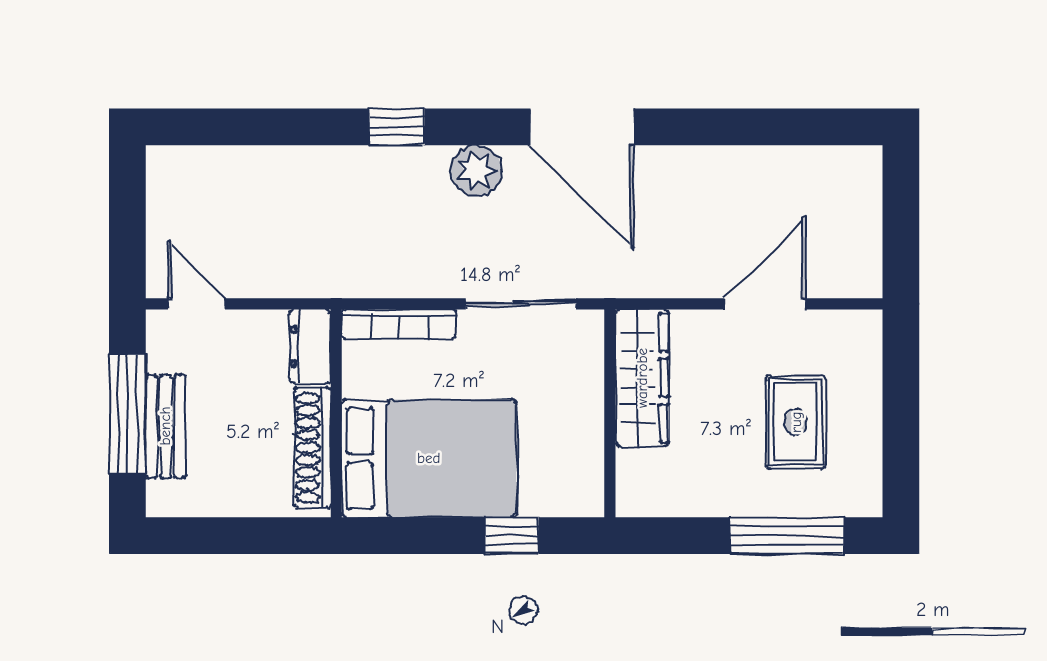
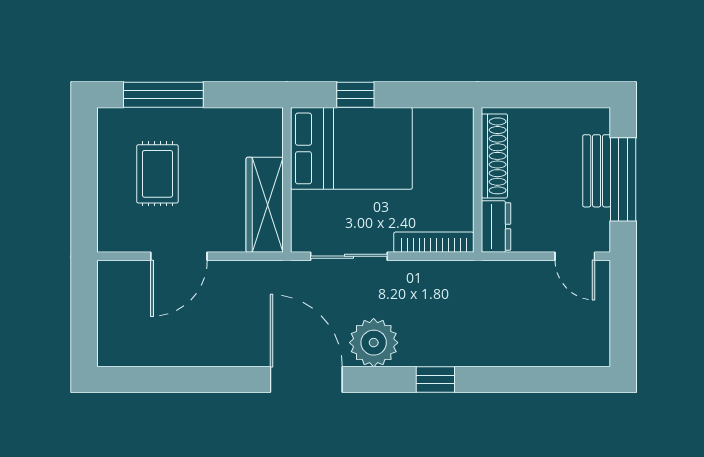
plant: (476, 171) -> (374, 343), width x1.36, depth x1.36
bed: (429, 458) -> (351, 148), moved, turned 180

